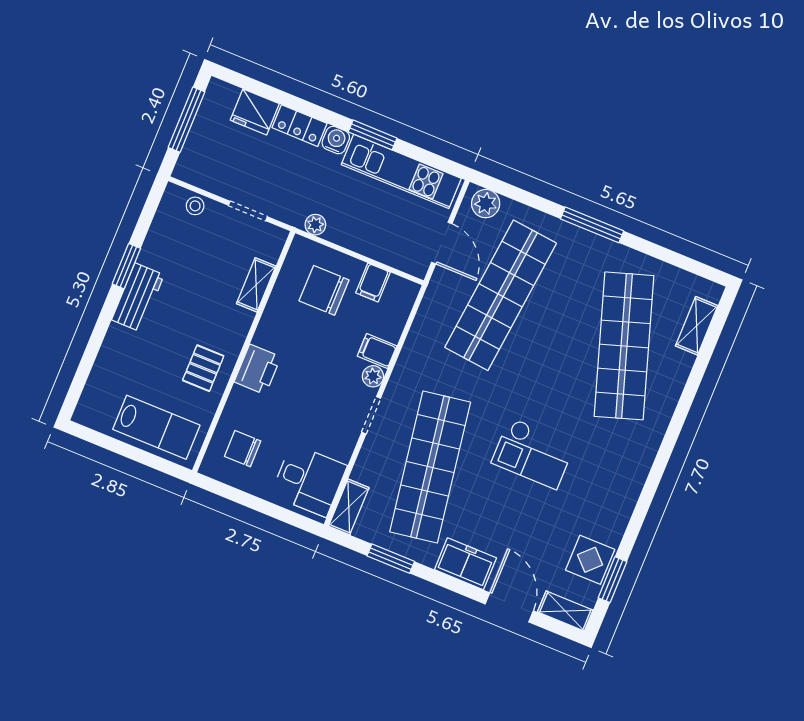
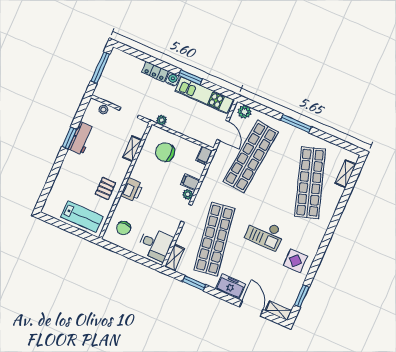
fridge: (255, 112) -> (134, 65), removed
filing cabinet: (373, 282) -> (204, 156), moved
workbench: (138, 297) -> (81, 138), moved
chair: (243, 449) -> (124, 228), turned -90
display table: (590, 560) -> (295, 261), moved

